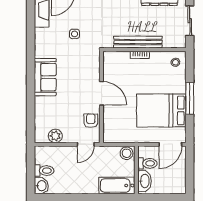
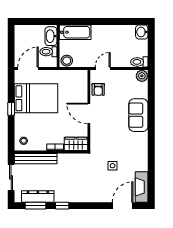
bench: (138, 42) -> (36, 159), moved
wardrobe: (116, 59) -> (76, 144), added
sofa: (45, 77) -> (138, 115), moved
window: (190, 98) -> (11, 109), width x0.46
plant: (55, 136) -> (142, 76), moved
toilet: (44, 171) -> (139, 62), moved

